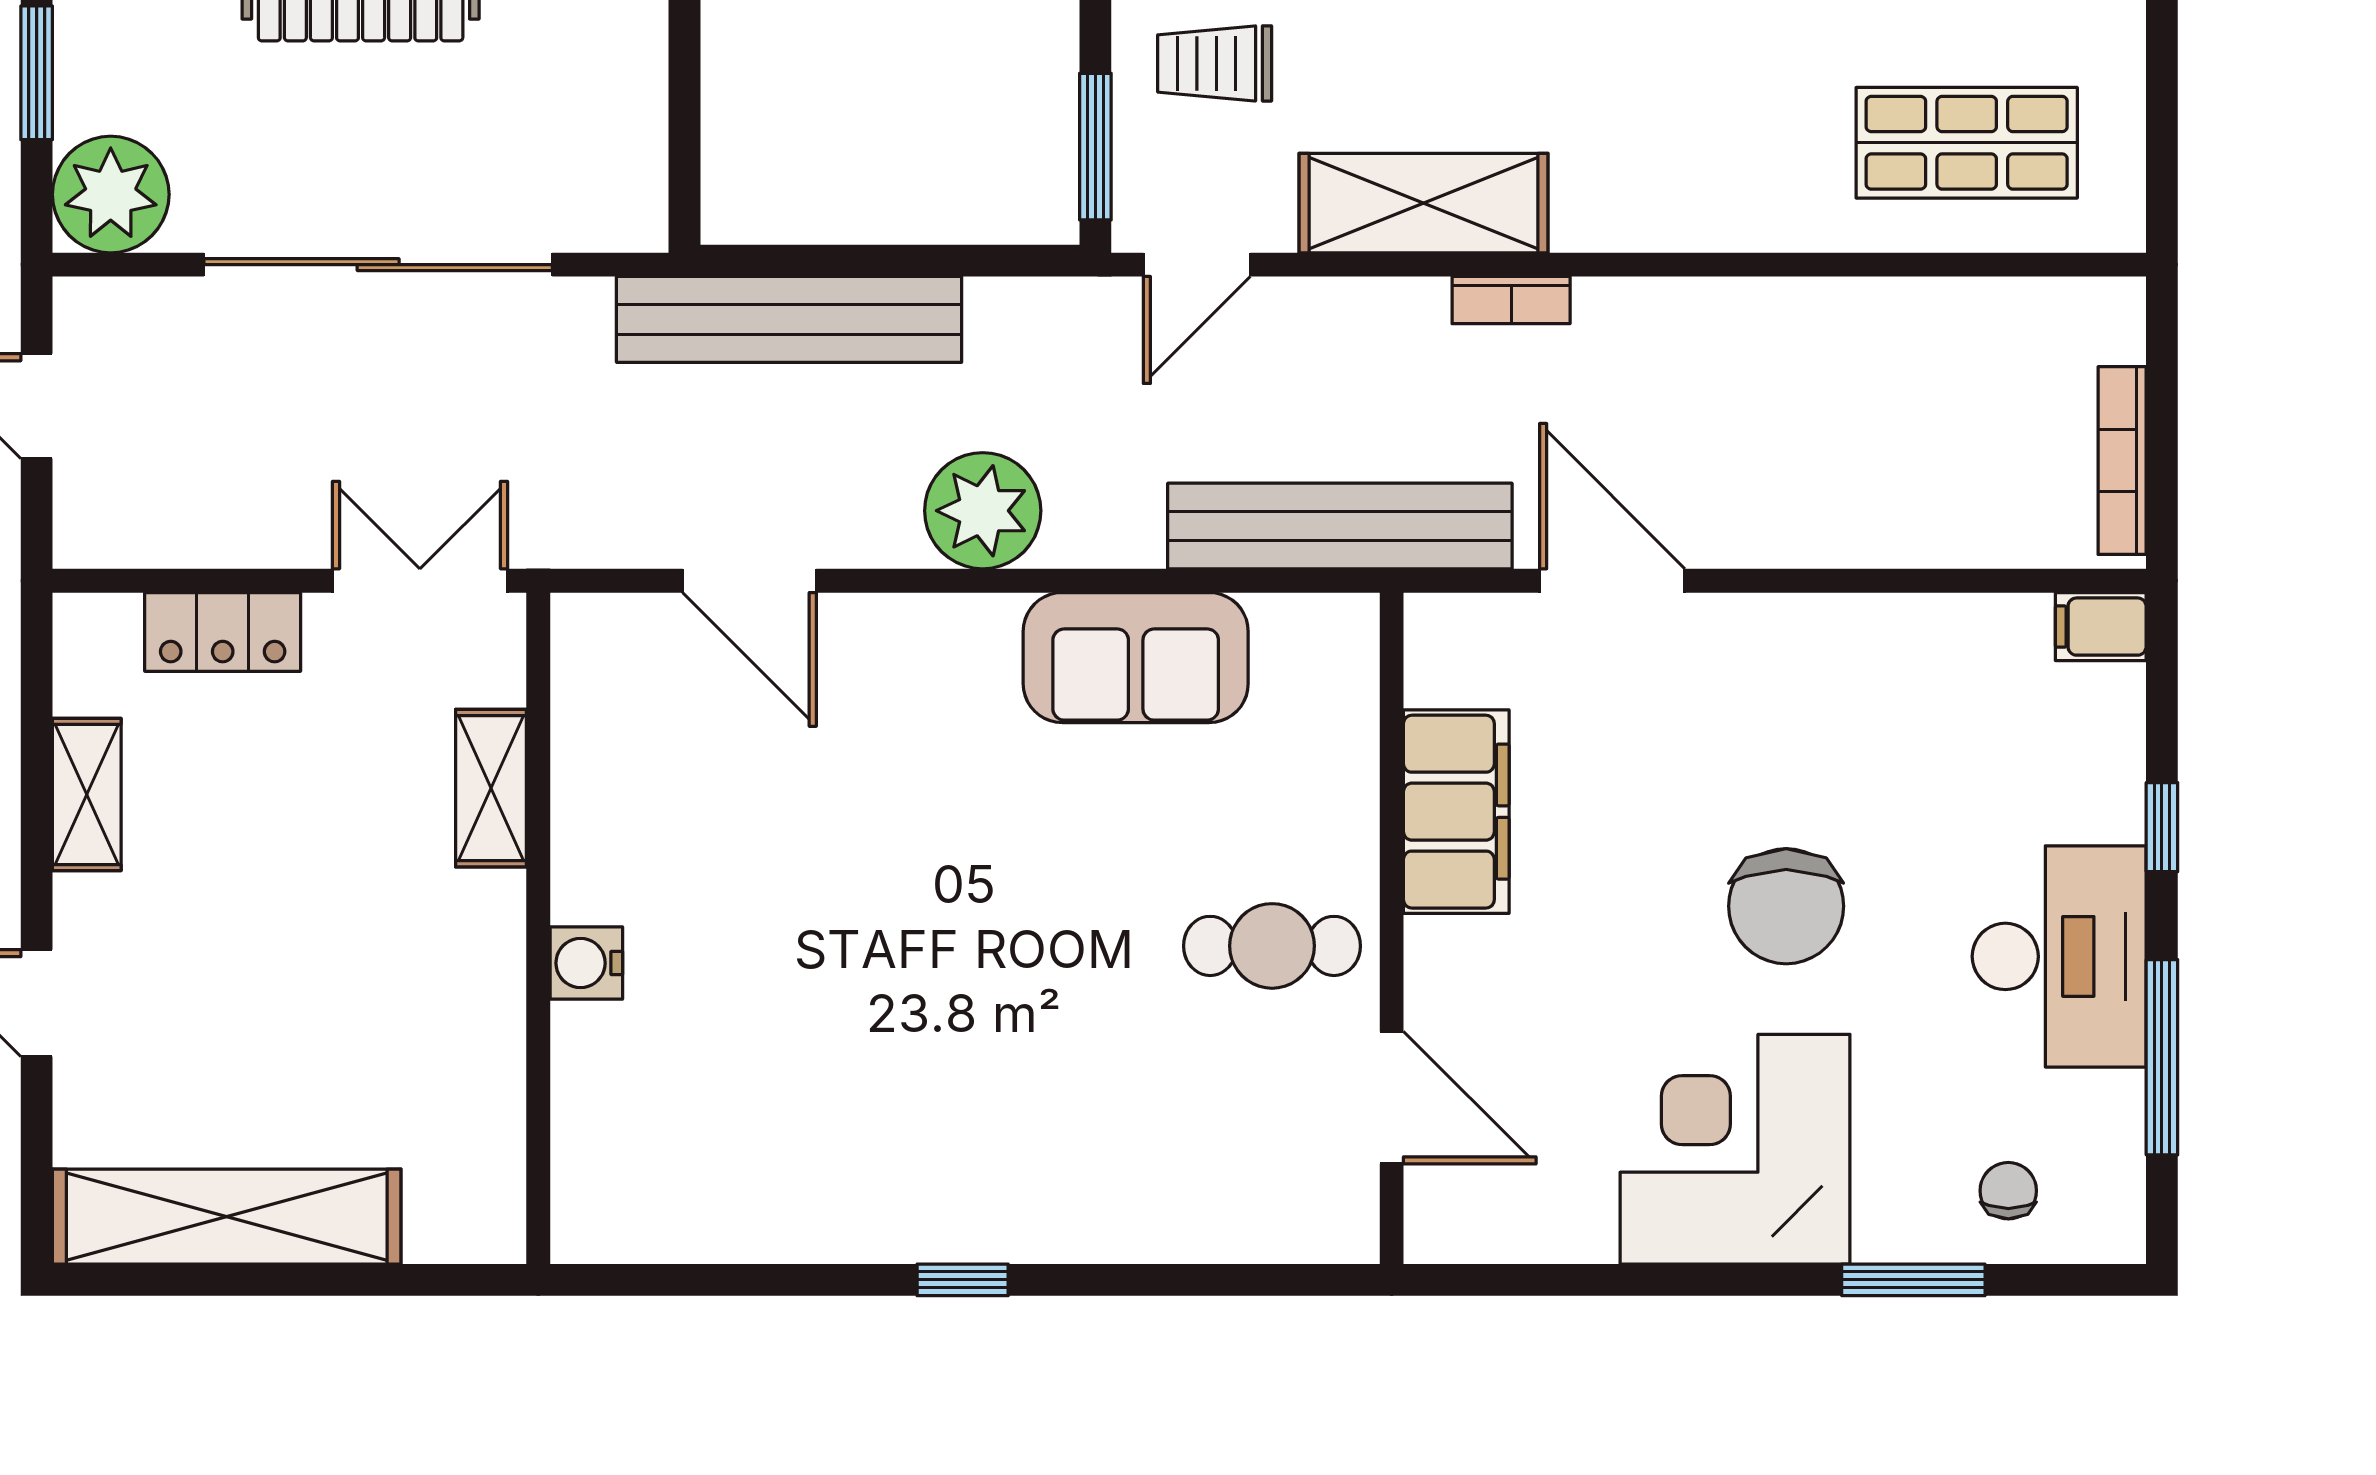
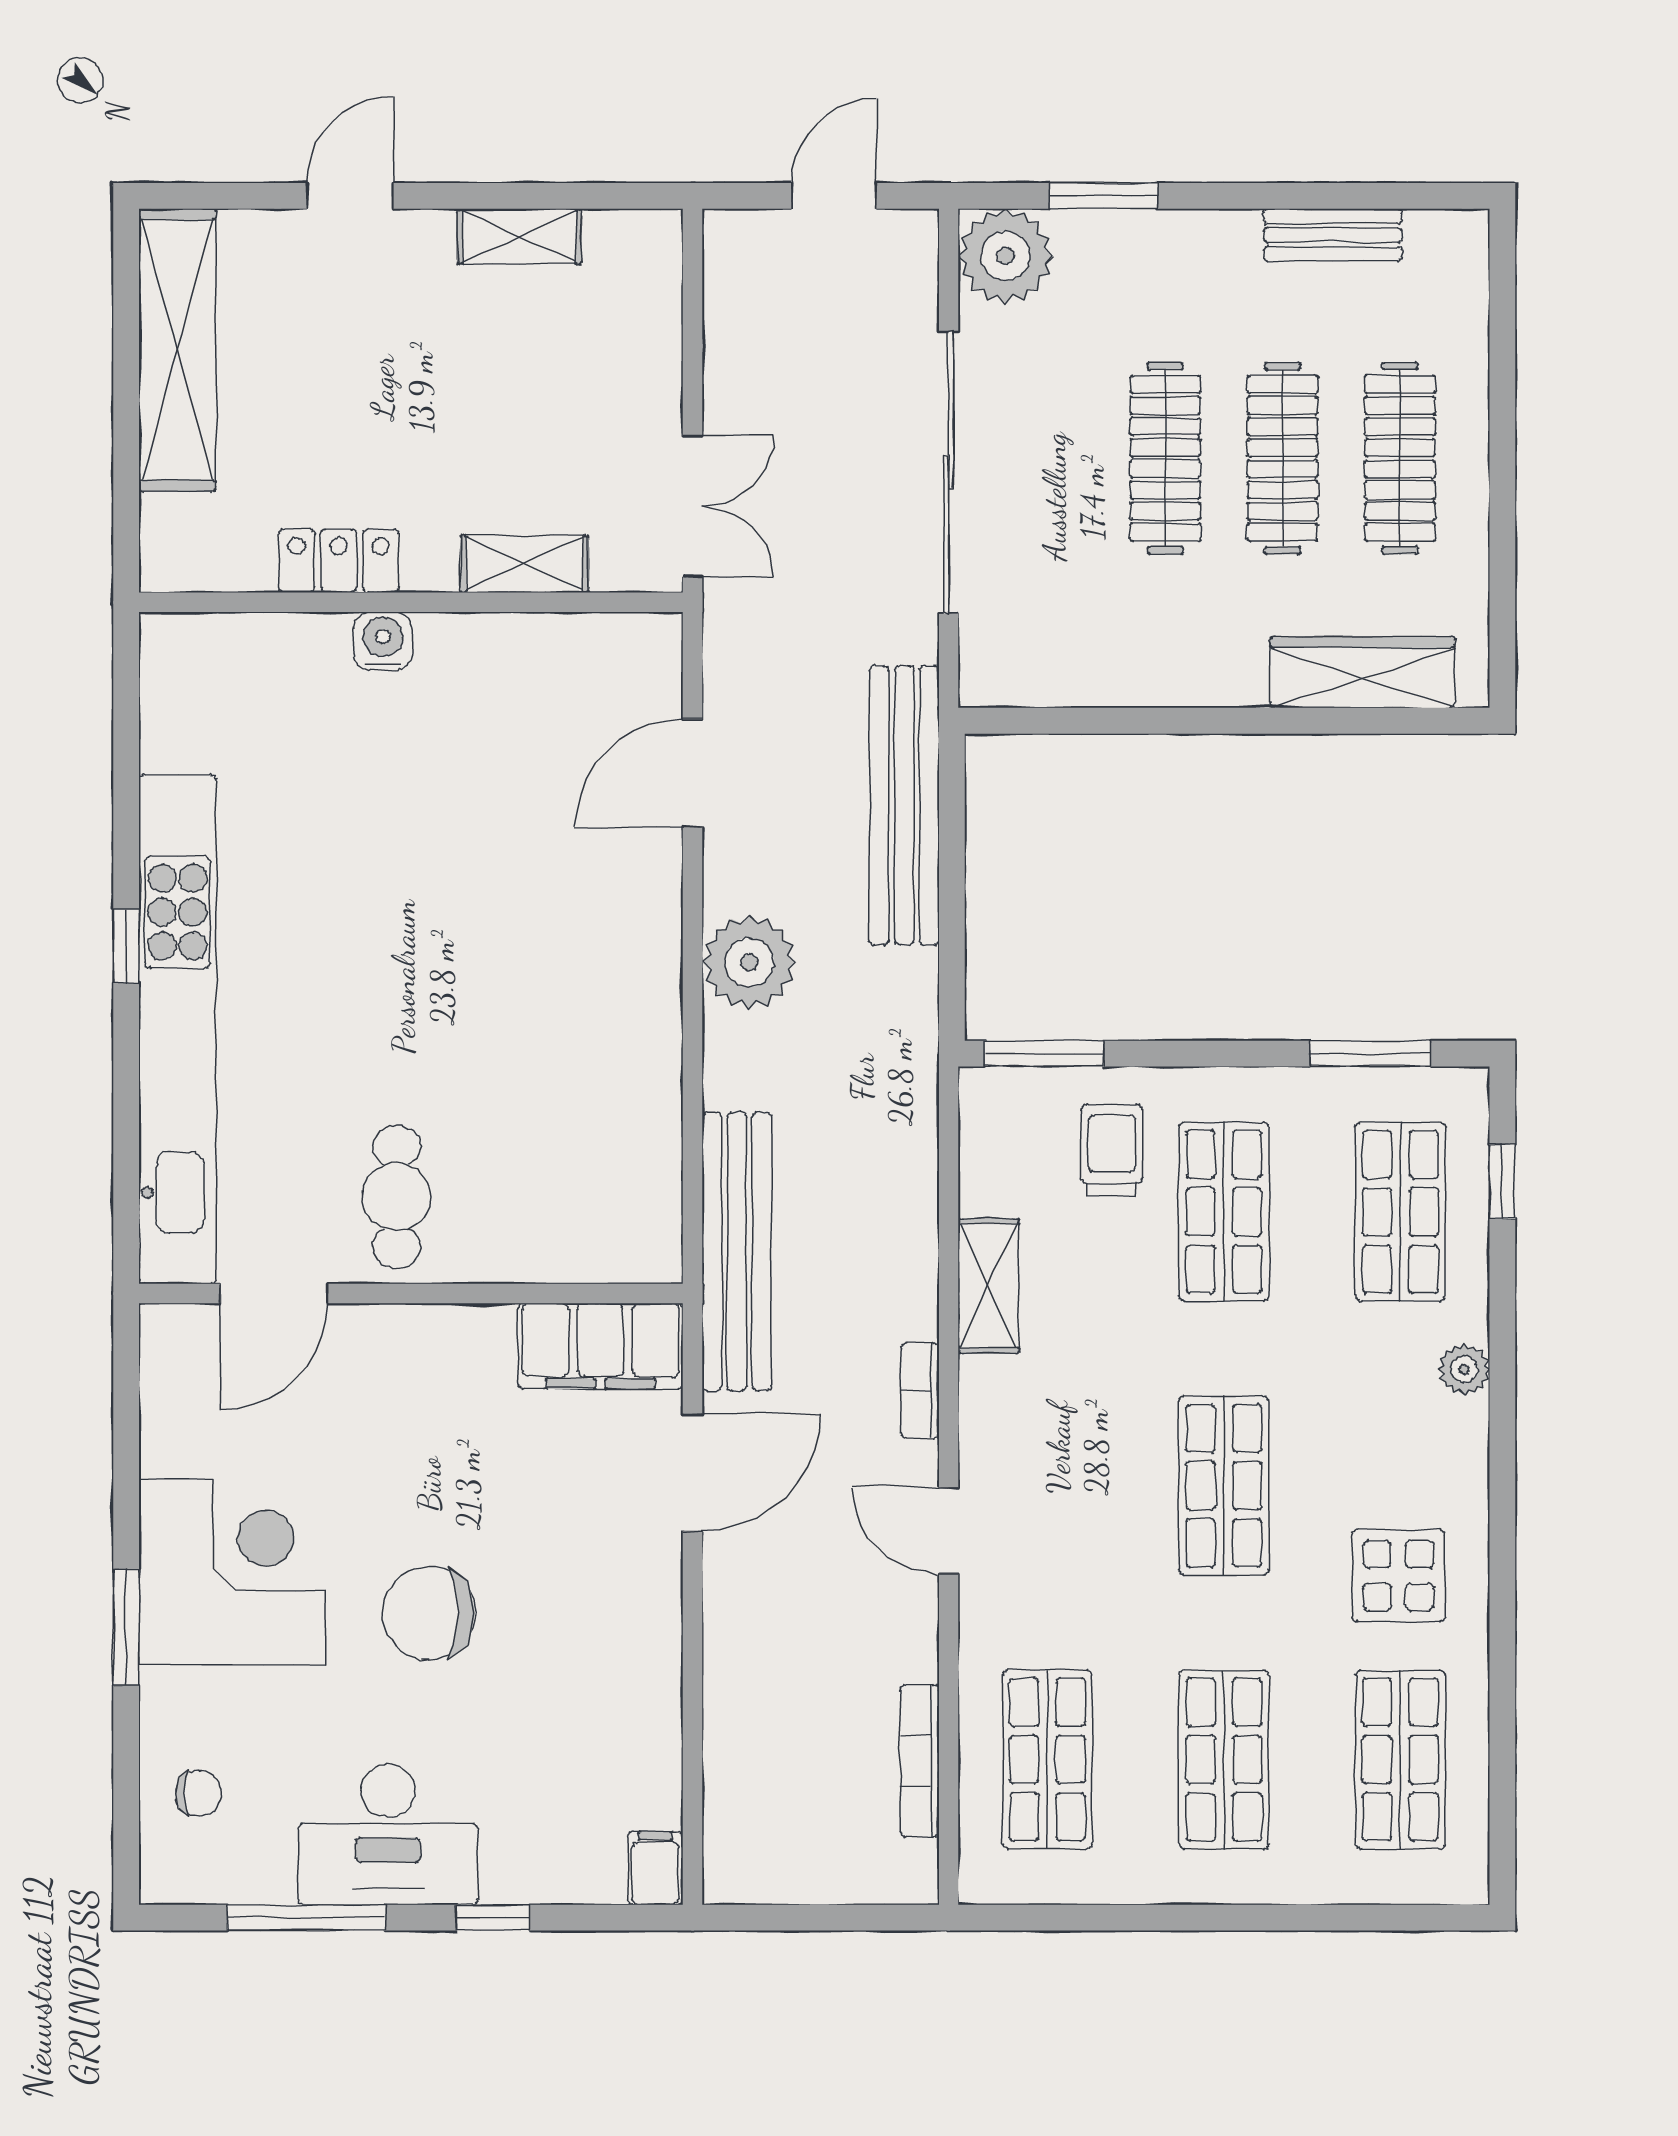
shelving: (1423, 203) -> (988, 1286), width x0.67, depth x0.75
door: (1197, 265) -> (949, 1531), moved
bookcase: (2122, 461) -> (920, 1761), moved, turned -90
locker: (223, 632) -> (339, 561), moved, turned 90
sofa: (1136, 658) -> (630, 1086), removed
filing cabinet: (1456, 812) -> (600, 1346), moved
kitchen unit: (1065, 1216) -> (178, 1029), added
window: (1913, 1280) -> (126, 1627), moved

